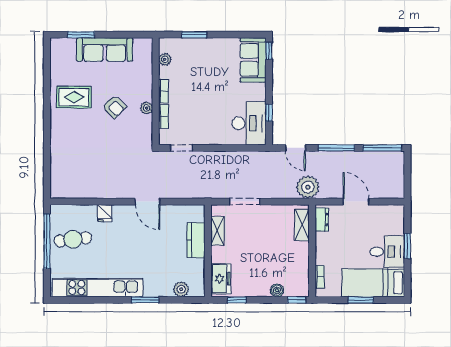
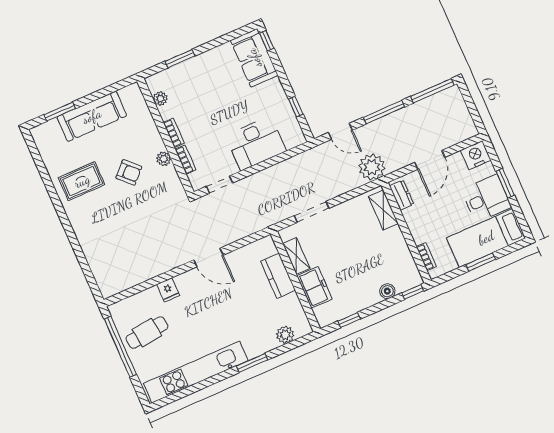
desk: (249, 123) -> (256, 143), moved, turned 90
door: (356, 202) -> (430, 160), swing flipped
nightstand: (394, 214) -> (476, 155), added
freezer: (221, 279) -> (315, 287), moved

